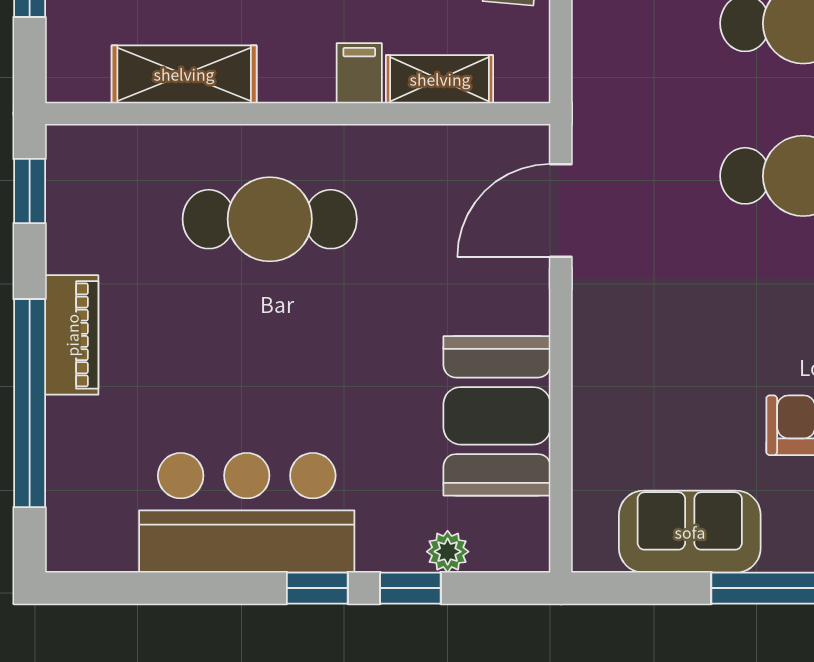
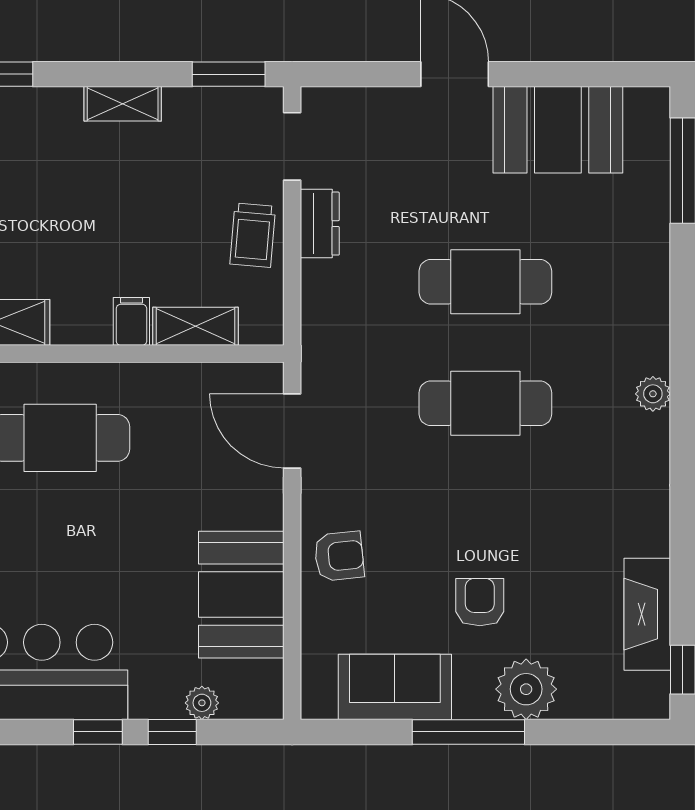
door: (561, 211) -> (292, 431), hinge flipped
armchair: (620, 368) -> (339, 556), added

